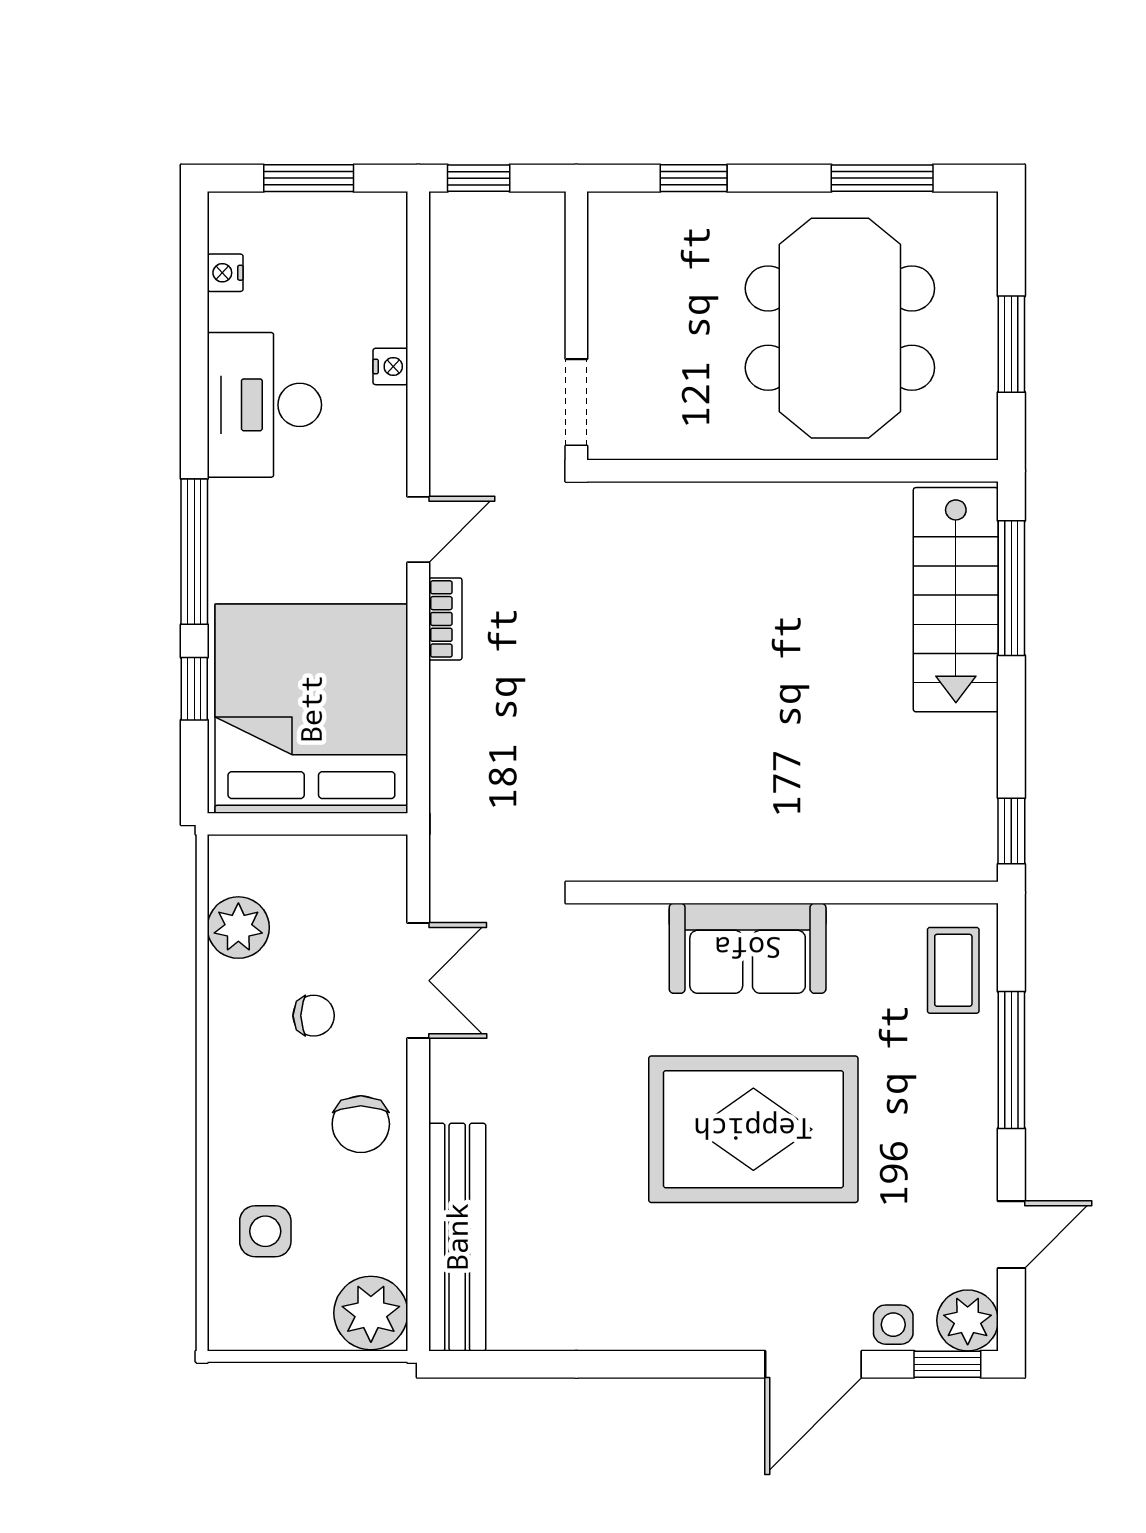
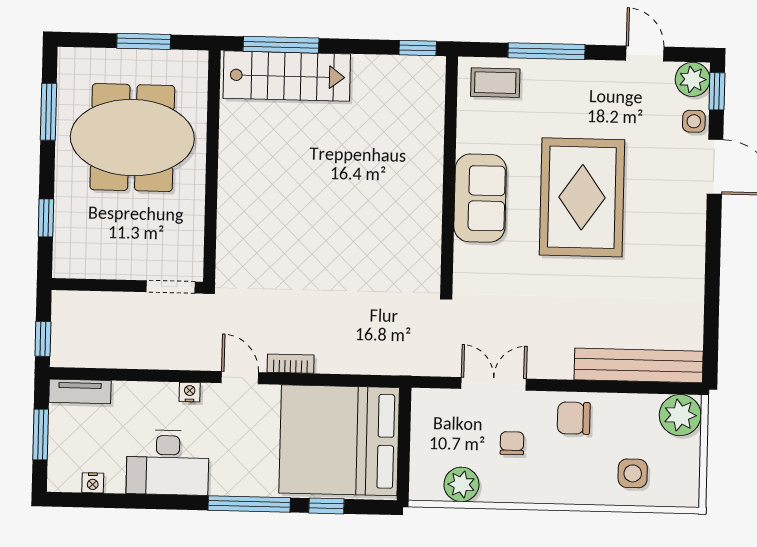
tv unit: (387, 246) -> (80, 391), added
nightstand: (390, 366) -> (190, 392), moved
chair: (361, 1124) -> (574, 418), turned 180

